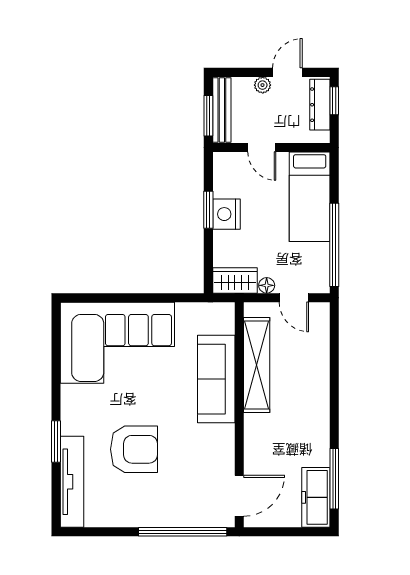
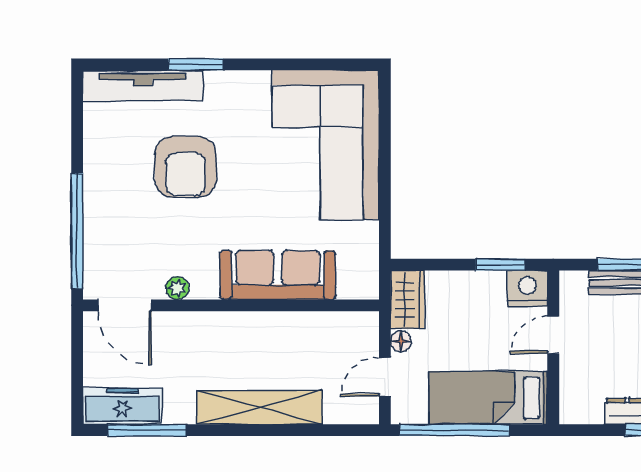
door: (262, 147) -> (553, 335), moved
wall: (271, 147) -> (553, 347), moved
bed: (310, 197) -> (488, 398), moved
nightstand: (226, 214) -> (527, 288), moved
shelving: (257, 365) -> (260, 407), moved
plant: (226, 455) -> (177, 288), added

